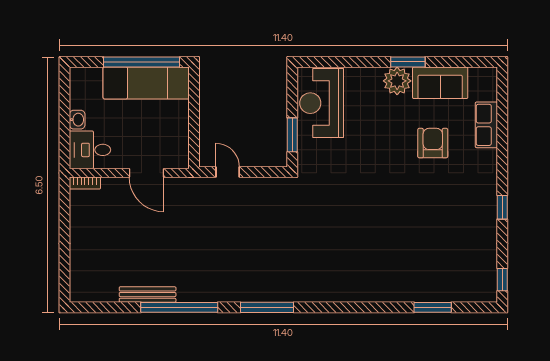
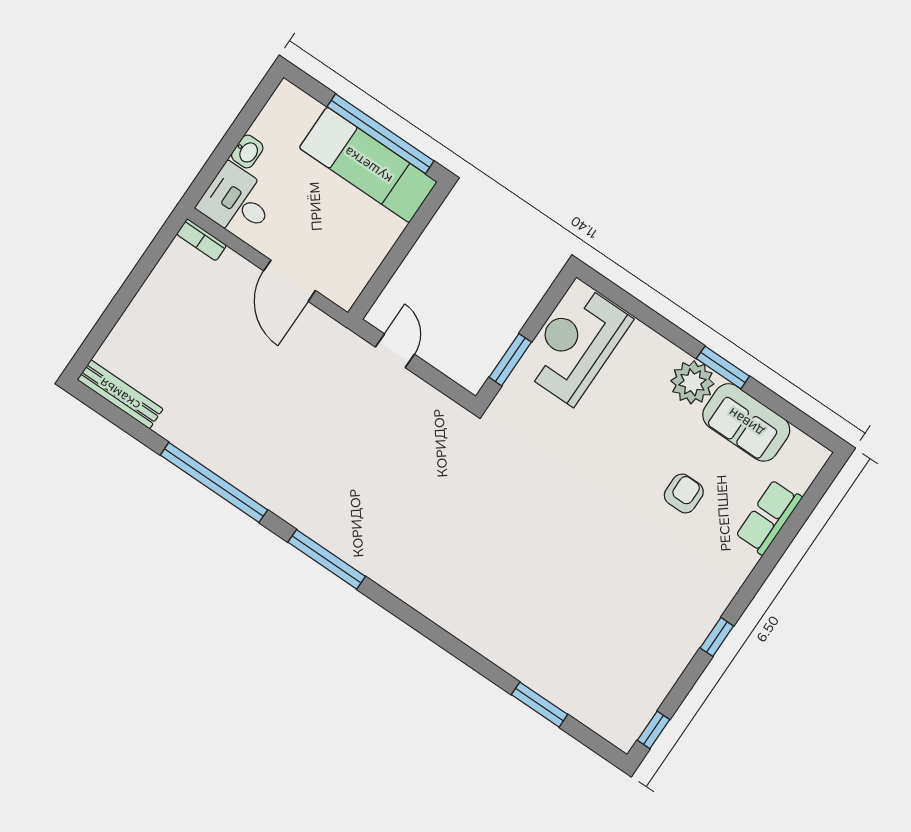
armchair: (433, 143) -> (684, 493), width x0.72, depth x0.72
bench: (148, 295) -> (120, 394), moved

